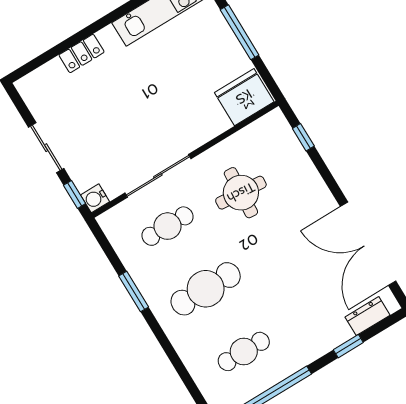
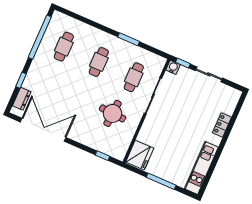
cafe table: (206, 289) -> (99, 62), width x0.73, depth x0.74

